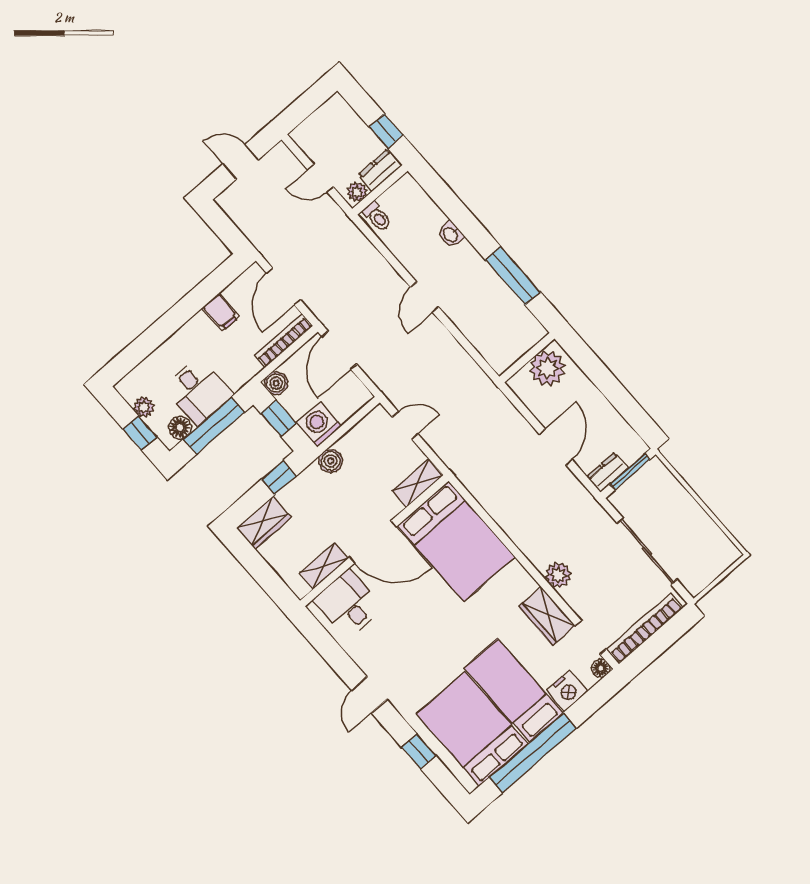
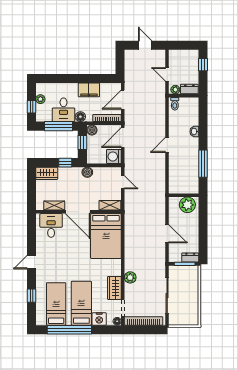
window: (386, 131) -> (203, 65), moved
filing cabinet: (221, 312) -> (89, 90), width x2.00
washing machine: (319, 424) -> (114, 156), moved, turned -90
floor lamp: (180, 427) -> (80, 117), moved
door: (556, 447) -> (167, 234), hinge flipped
dresser: (608, 472) -> (190, 257), moved
bed: (472, 729) -> (56, 304), width x0.67

